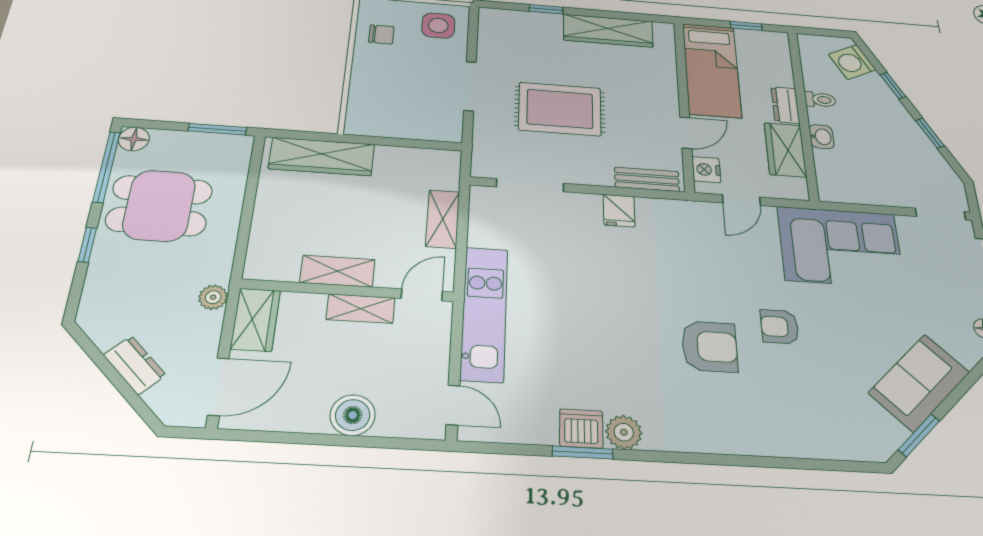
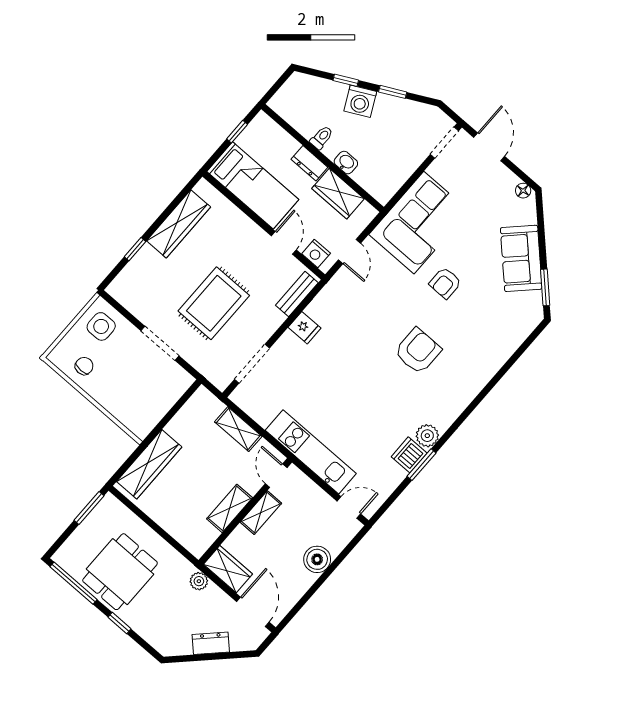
washing machine: (852, 62) -> (360, 101), moved
floor lamp: (134, 139) -> (64, 557), removed
armchair: (780, 327) -> (445, 283), moved

